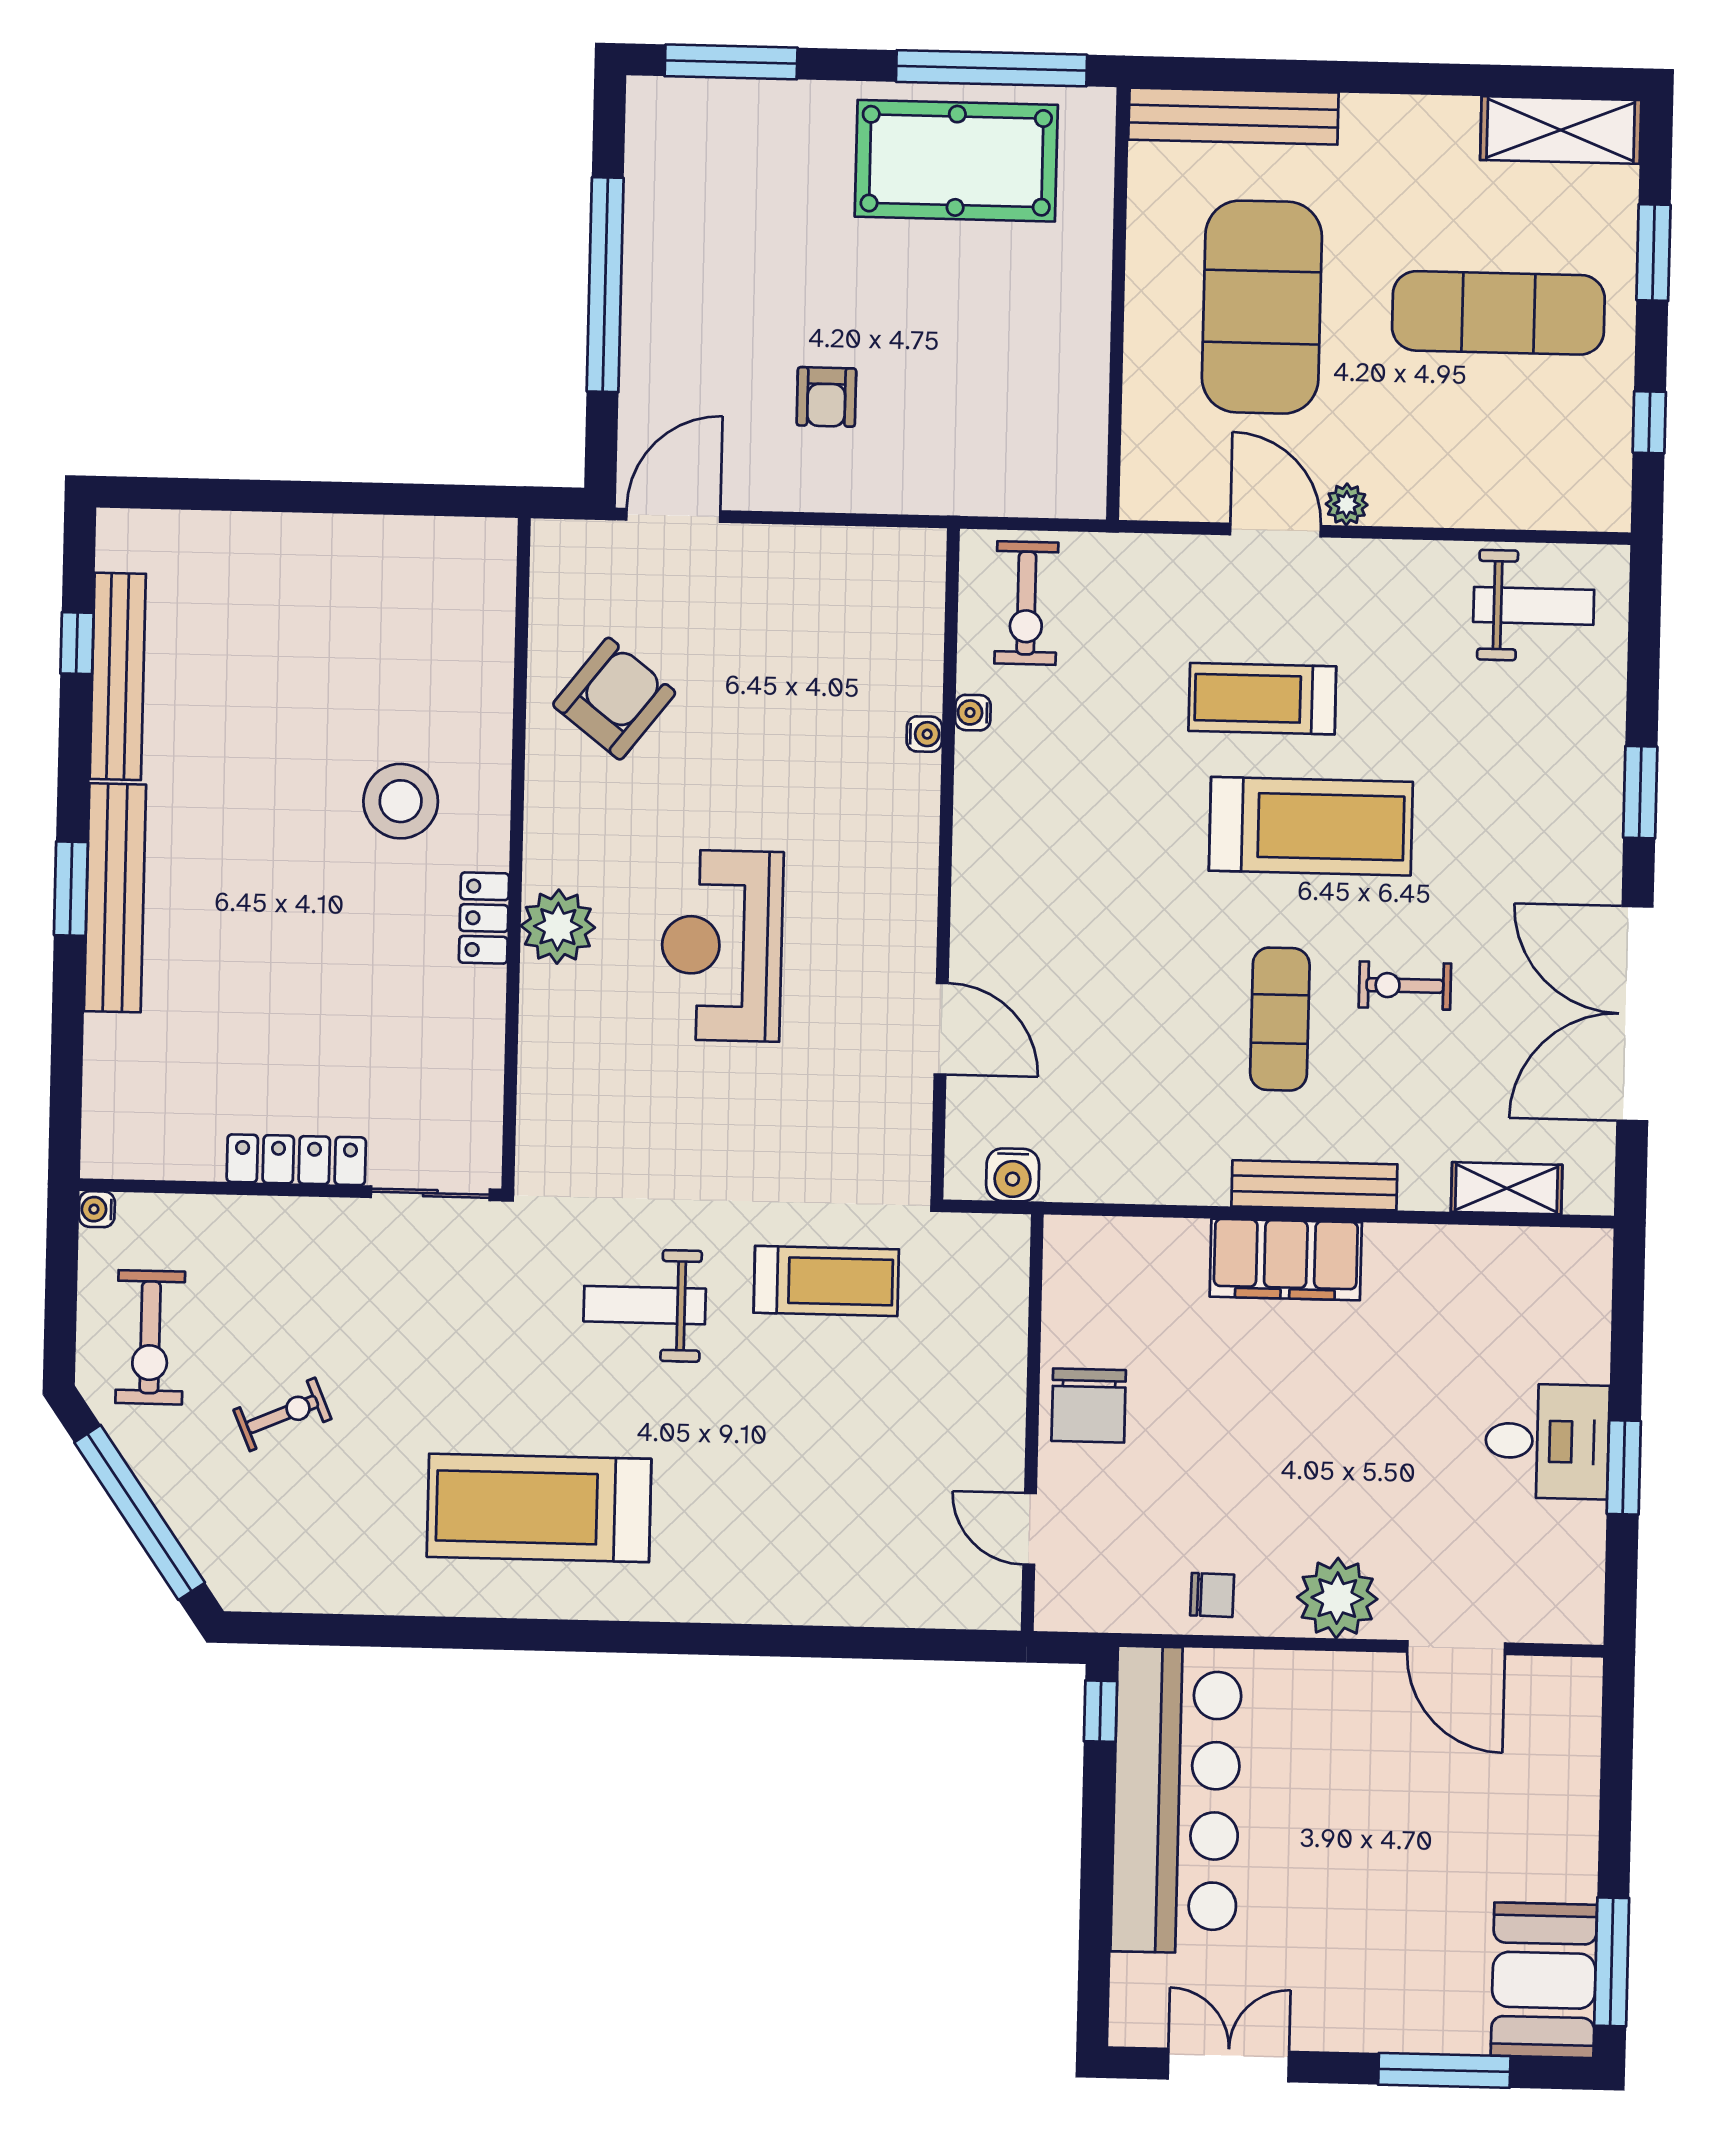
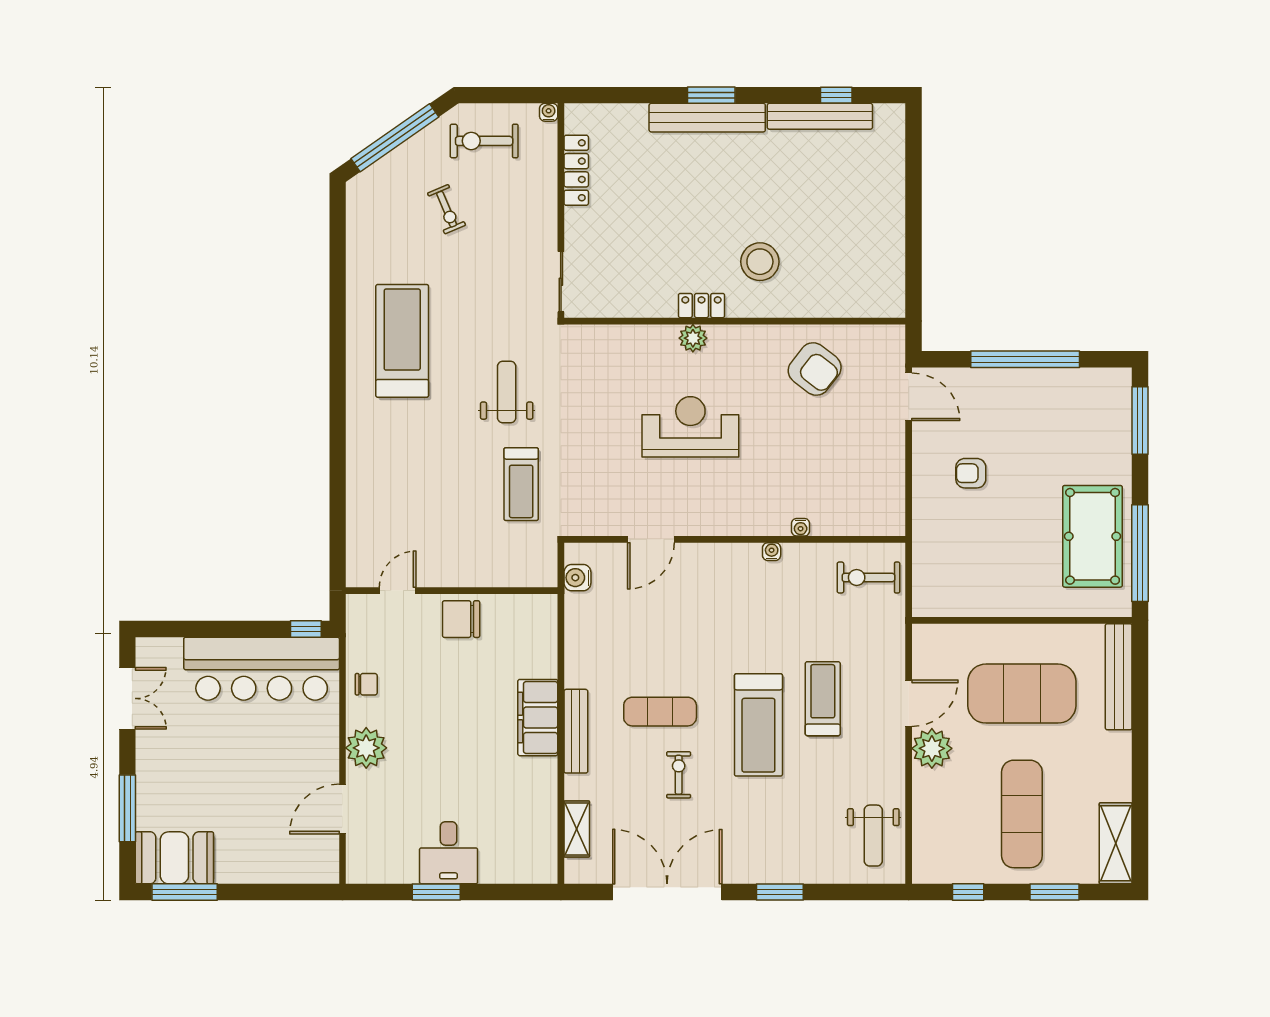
plant: (1347, 504) -> (932, 748), width x1.88, depth x1.88
water cooler: (973, 713) -> (772, 552), moved
plant: (558, 927) -> (693, 338), width x0.73, depth x0.73
locker: (296, 1160) -> (576, 170), moved
chair: (1212, 1595) -> (366, 684), turned -91

